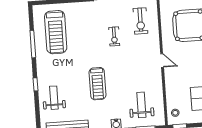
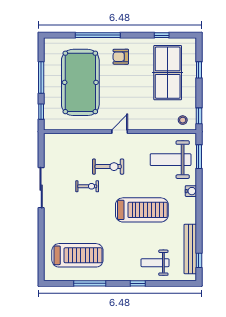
exercise bike: (140, 21) -> (108, 167), moved
treadmill: (97, 84) -> (142, 210), width x1.37, depth x1.38
weight bench: (141, 105) -> (171, 160), width x1.36, depth x1.33

